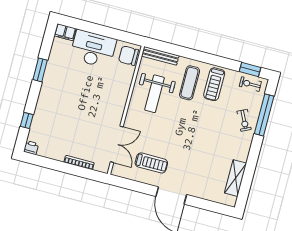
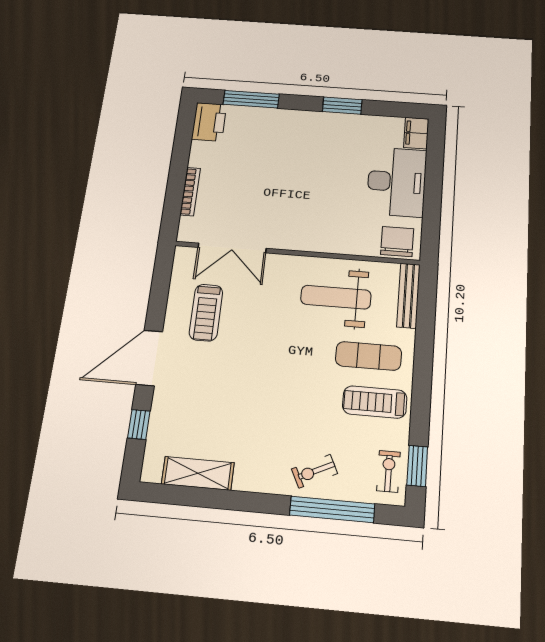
window: (27, 121) -> (251, 99), width x2.17
printer: (31, 148) -> (209, 122), width x1.87, depth x1.48
window: (206, 205) -> (139, 424), added

